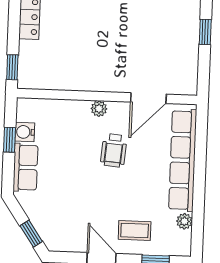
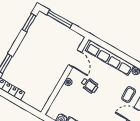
window: (205, 32) -> (60, 19), width x2.17
window: (12, 67) -> (31, 110), removed

